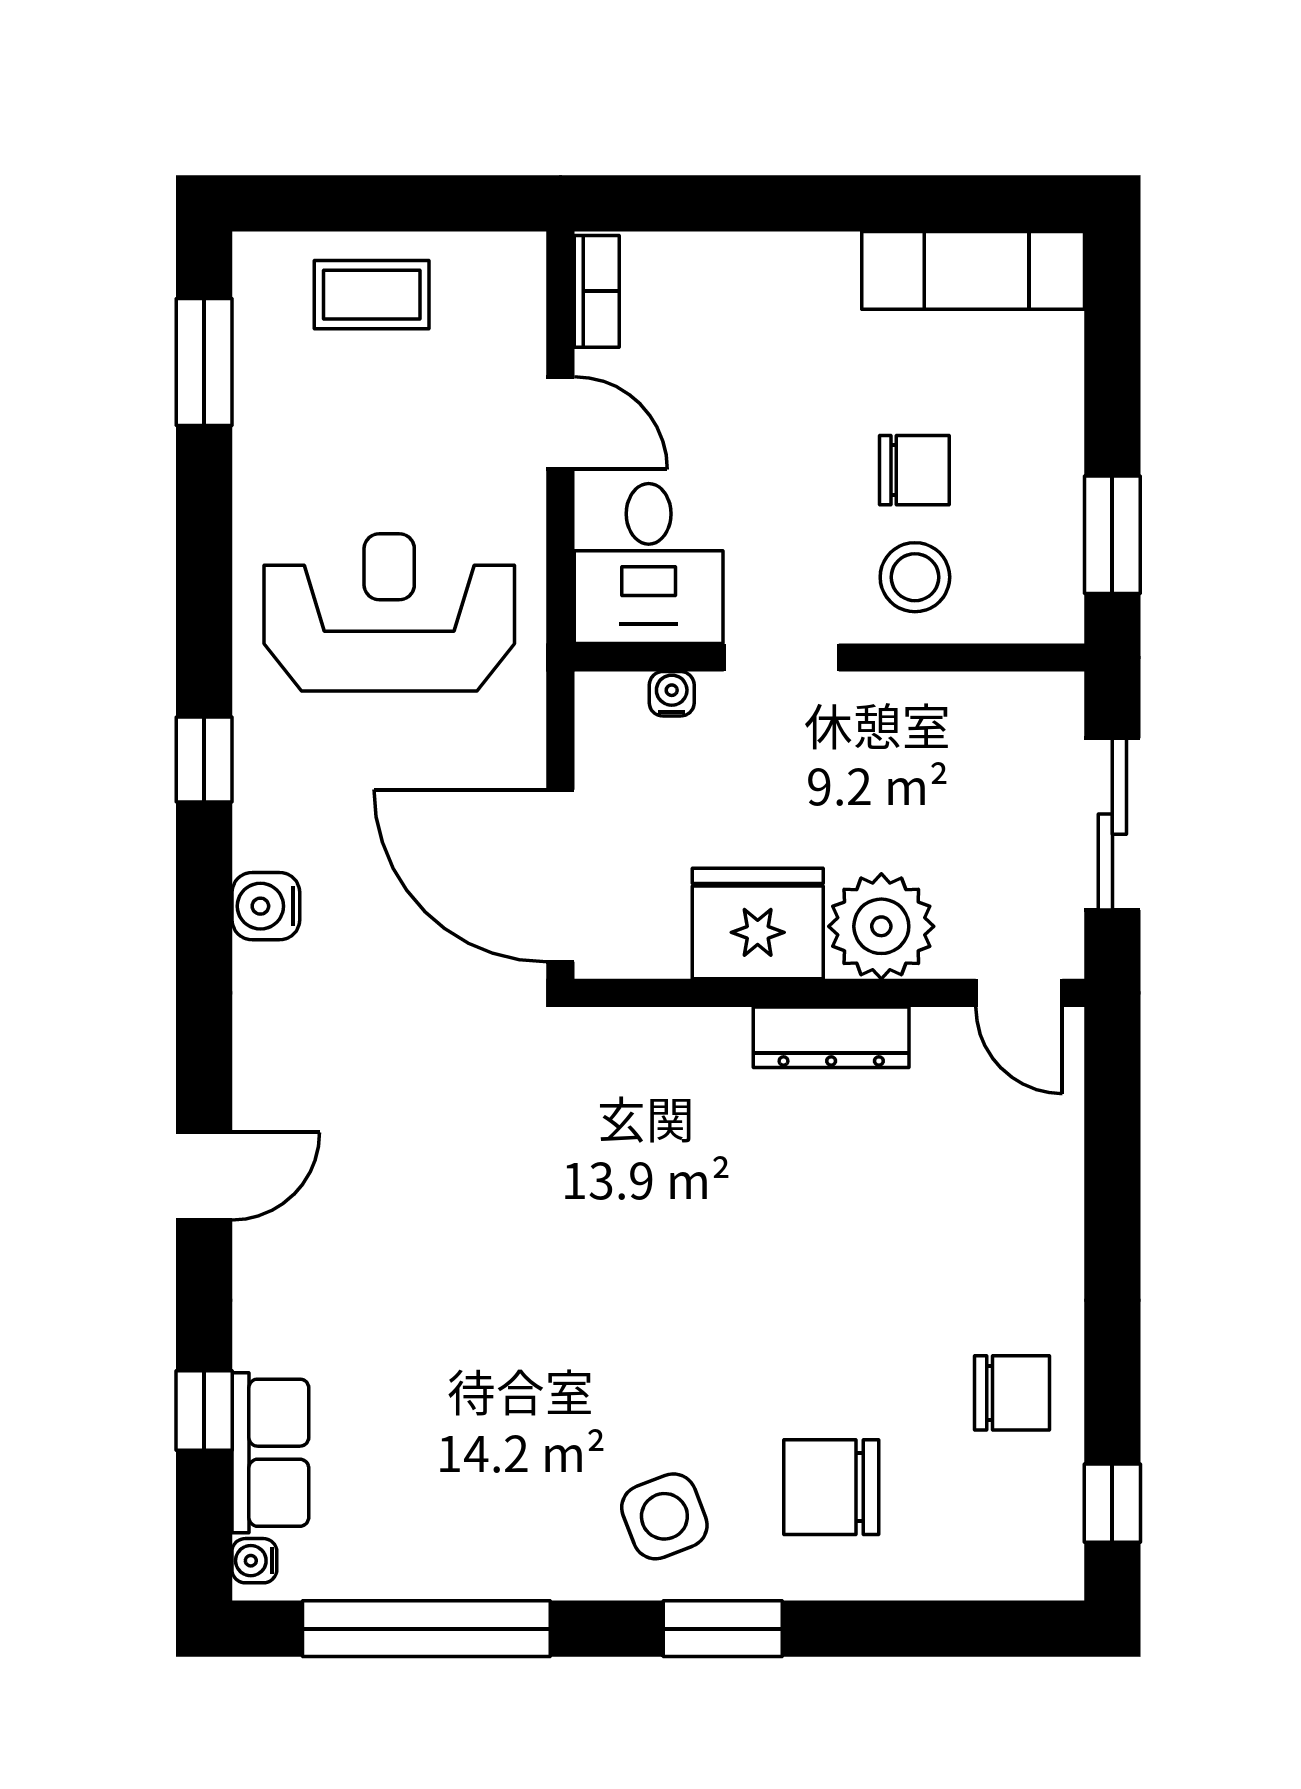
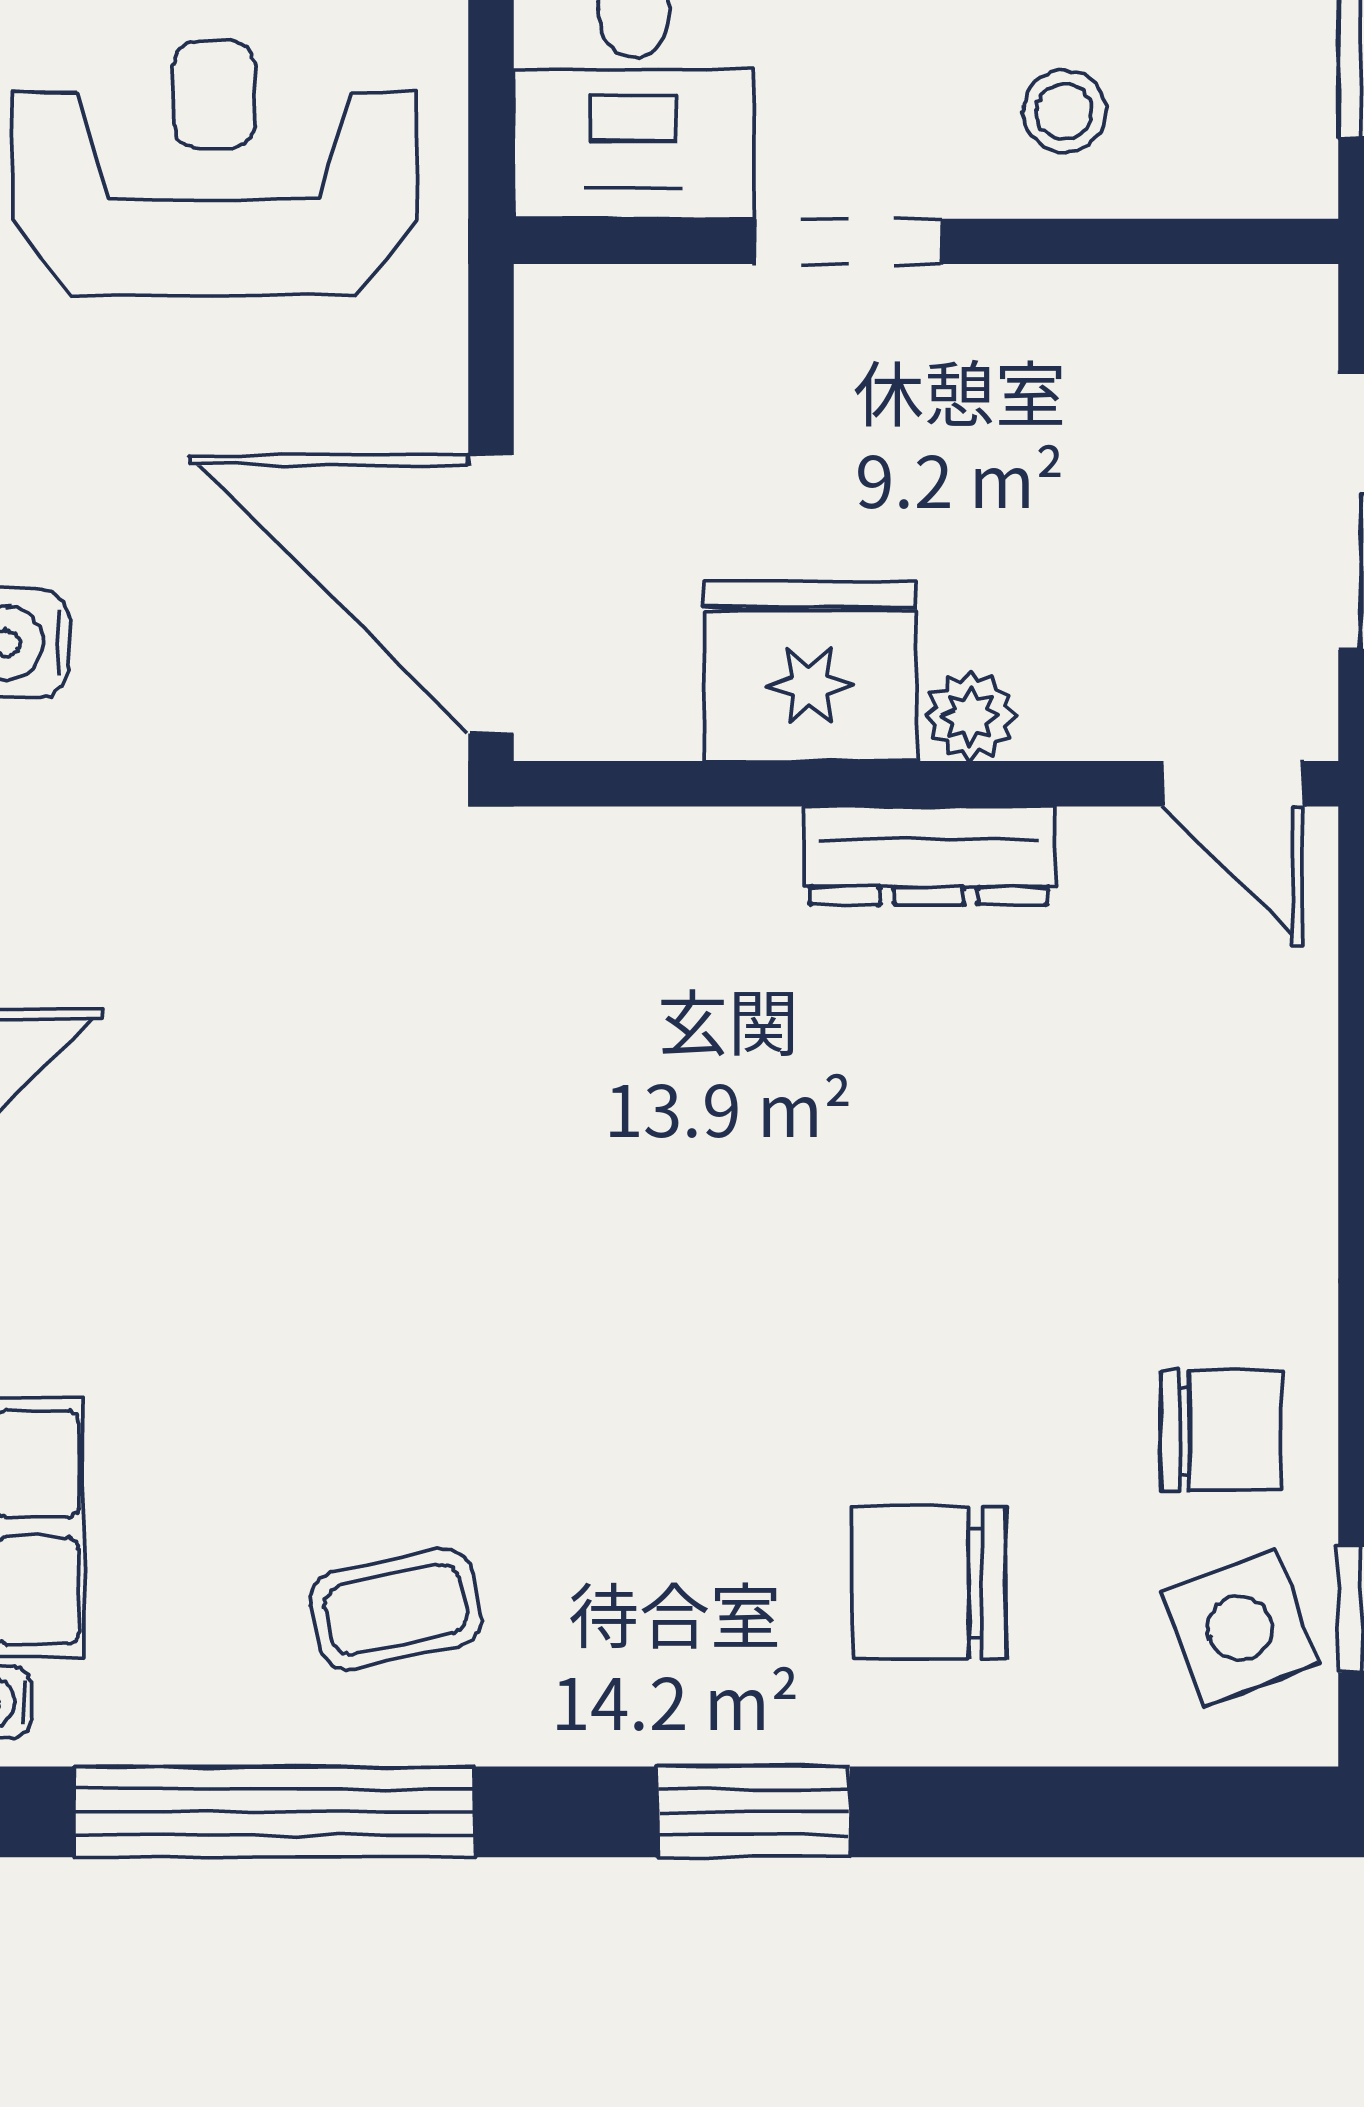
stool: (915, 577) -> (1064, 112), width x0.73, depth x0.73
water cooler: (672, 694) -> (671, 300), removed
plant: (881, 926) -> (970, 716), width x0.53, depth x0.53
coffee table: (502, 1503) -> (396, 1609), added
side table: (664, 1516) -> (1240, 1628), moved

